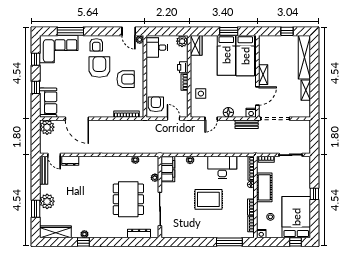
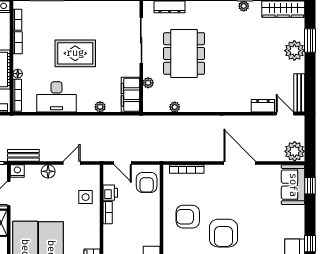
printer: (183, 67) -> (110, 193), moved
window: (36, 87) -> (310, 186), moved
door: (77, 119) -> (240, 163), moved

